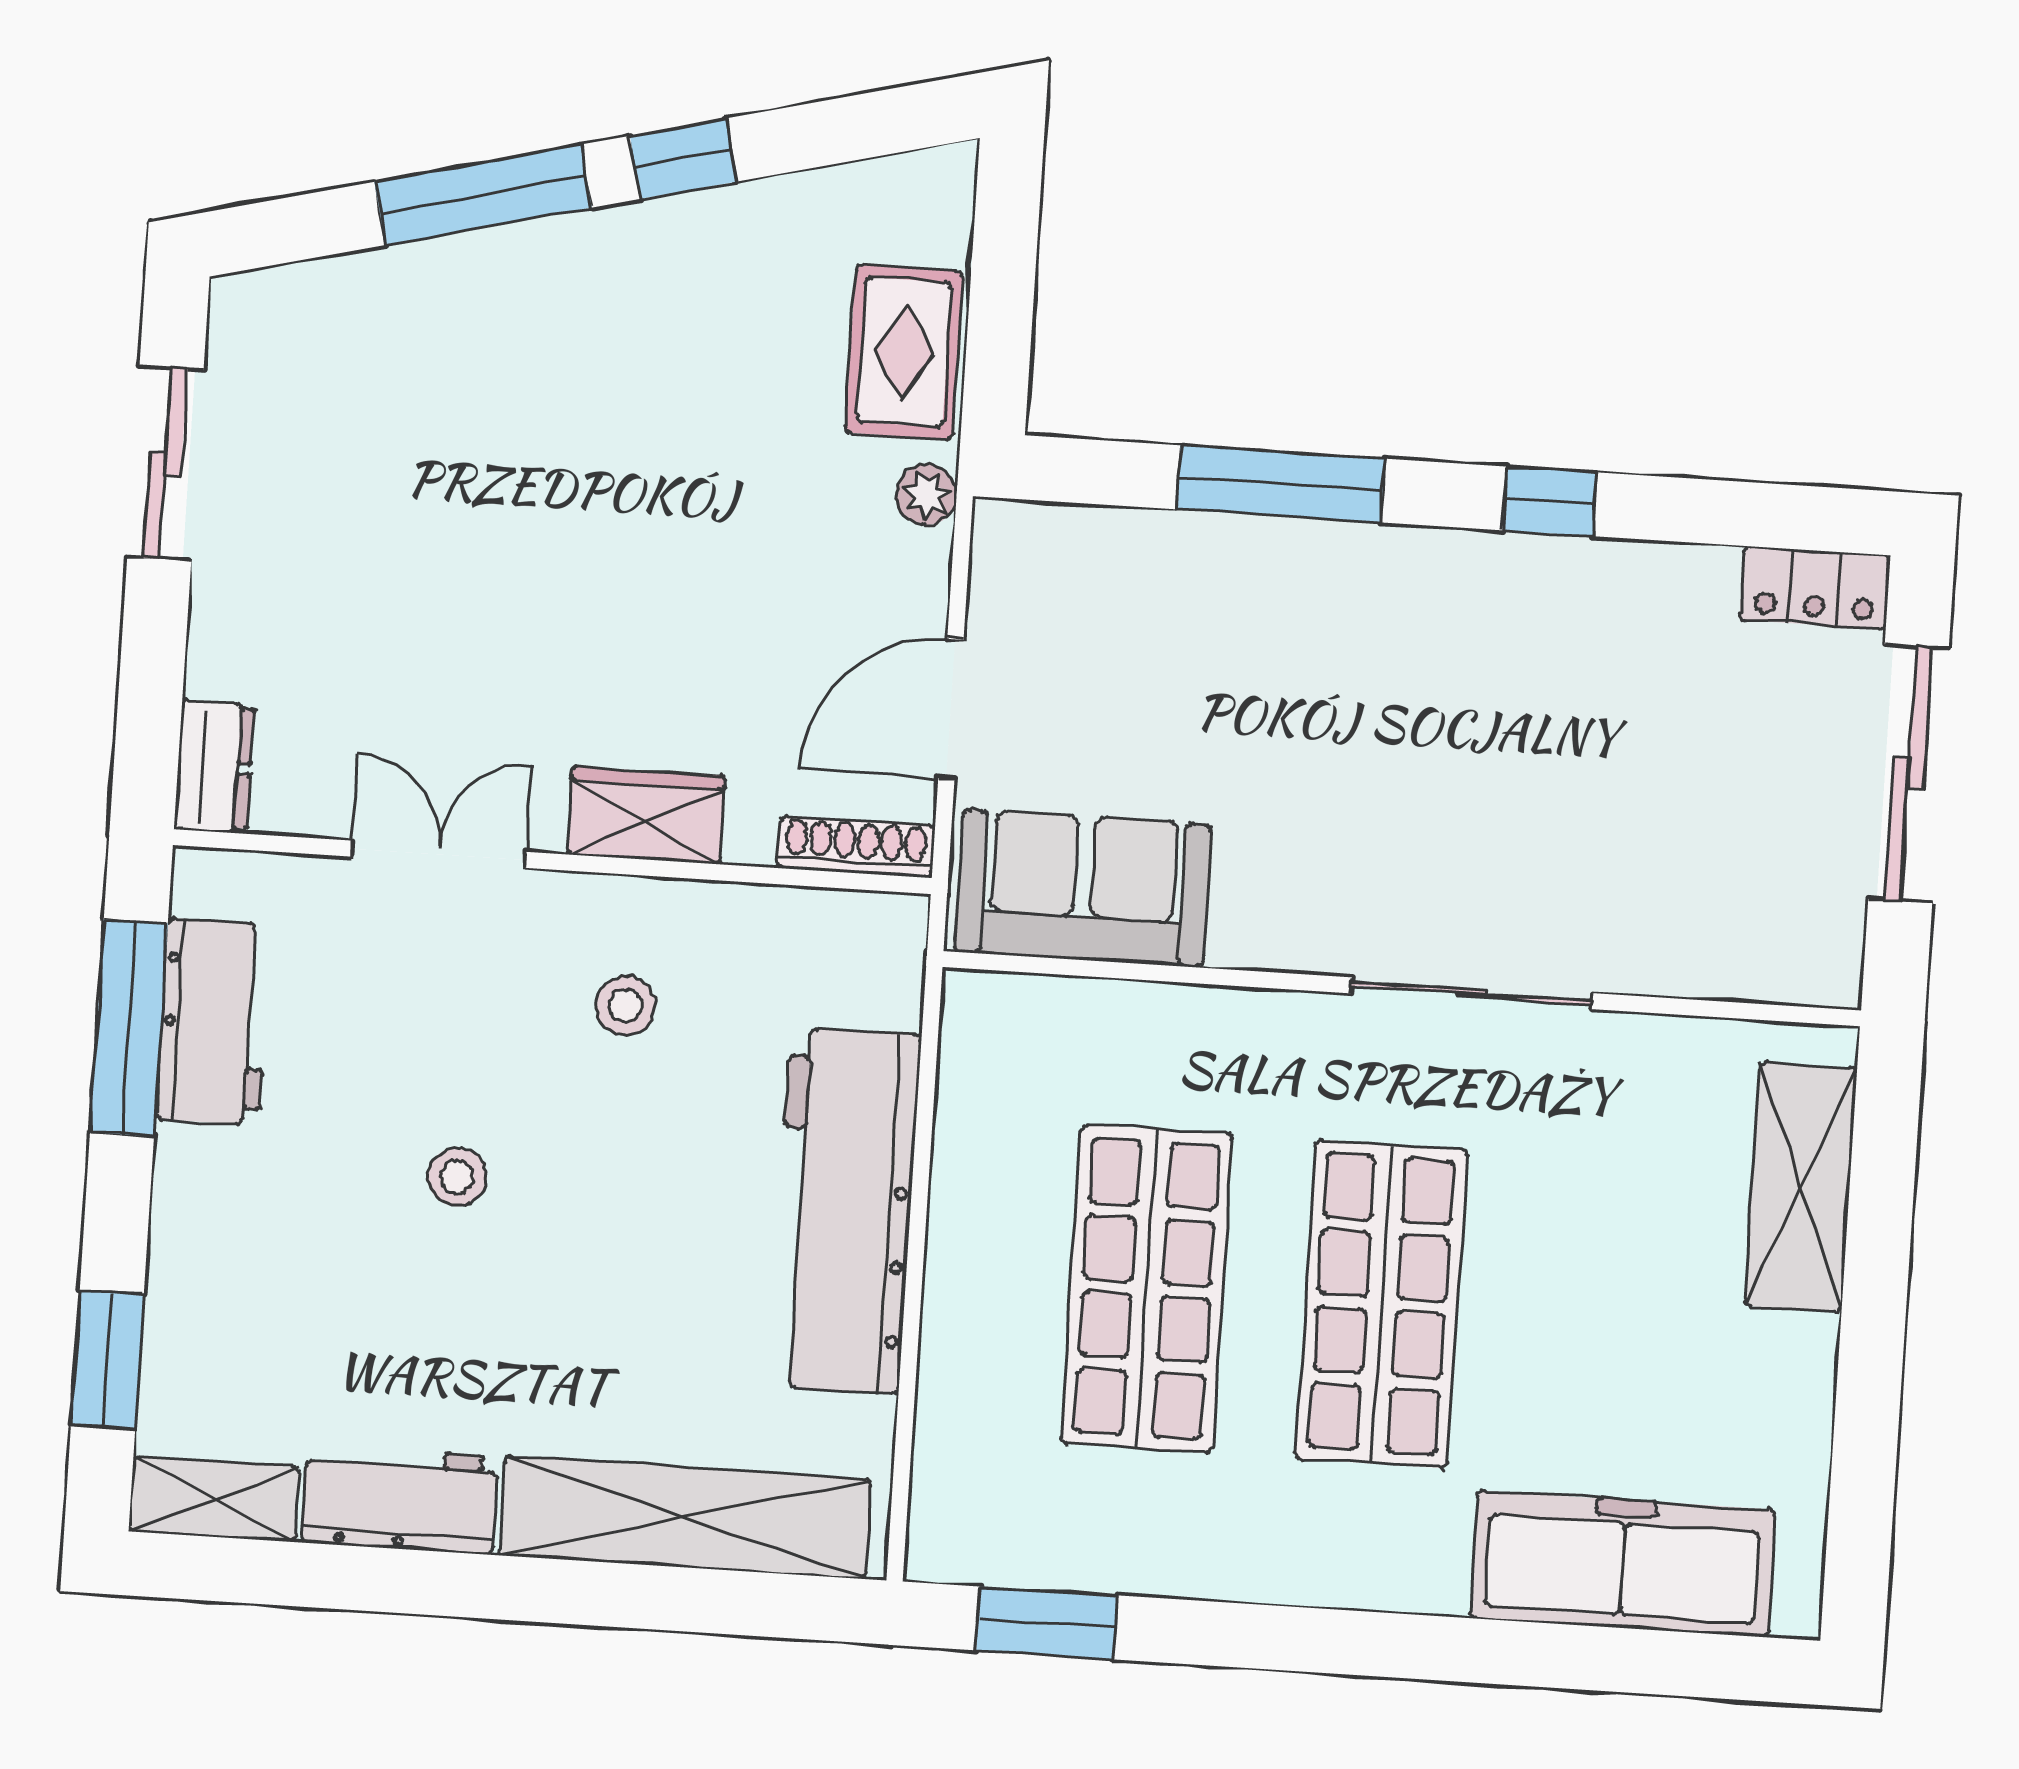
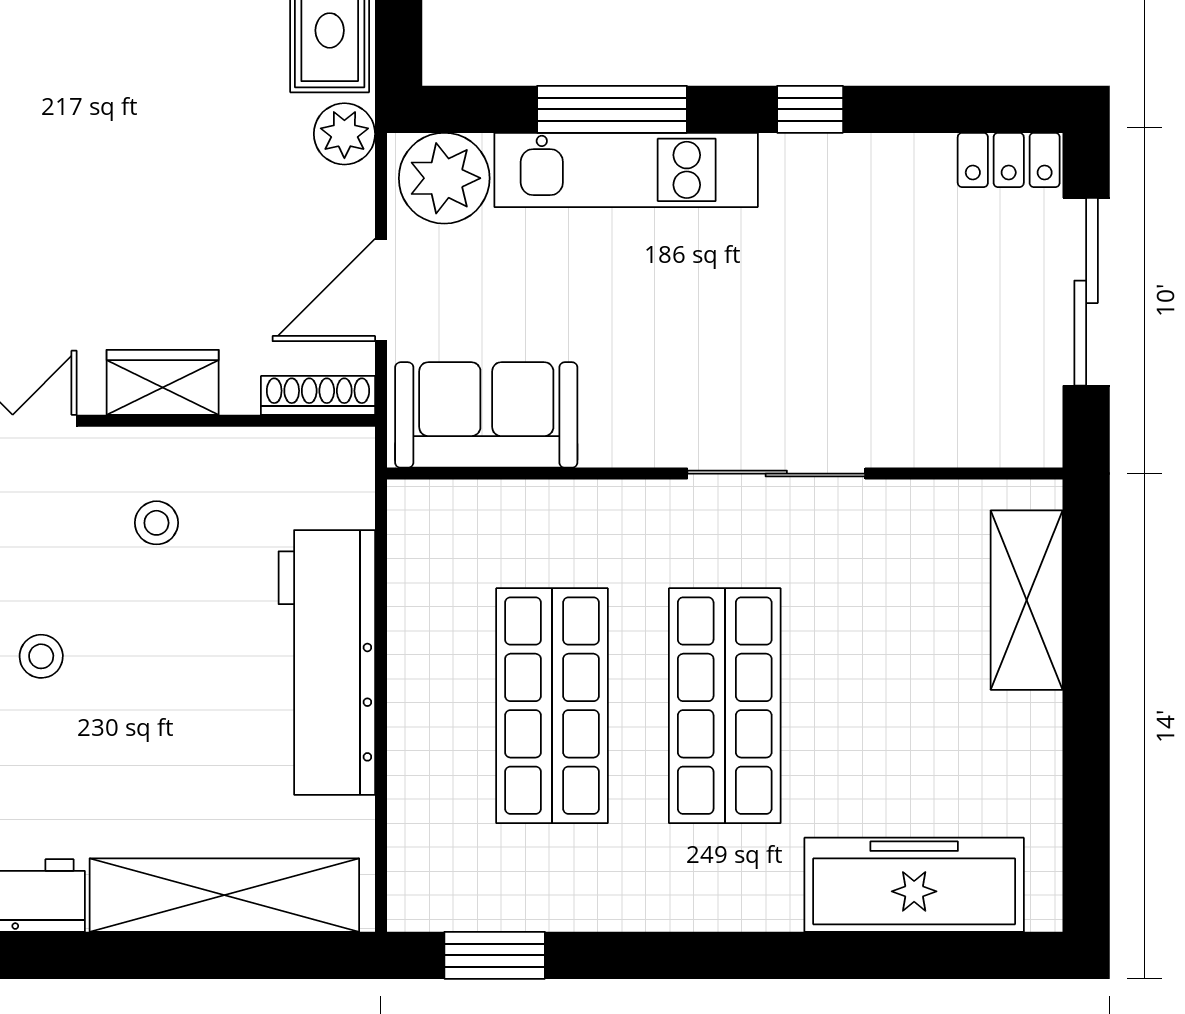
plant: (926, 495) -> (344, 134), width x1.38, depth x1.38
plant: (1047, 563) -> (444, 178), added
kitchen unit: (1294, 568) -> (626, 170), added

